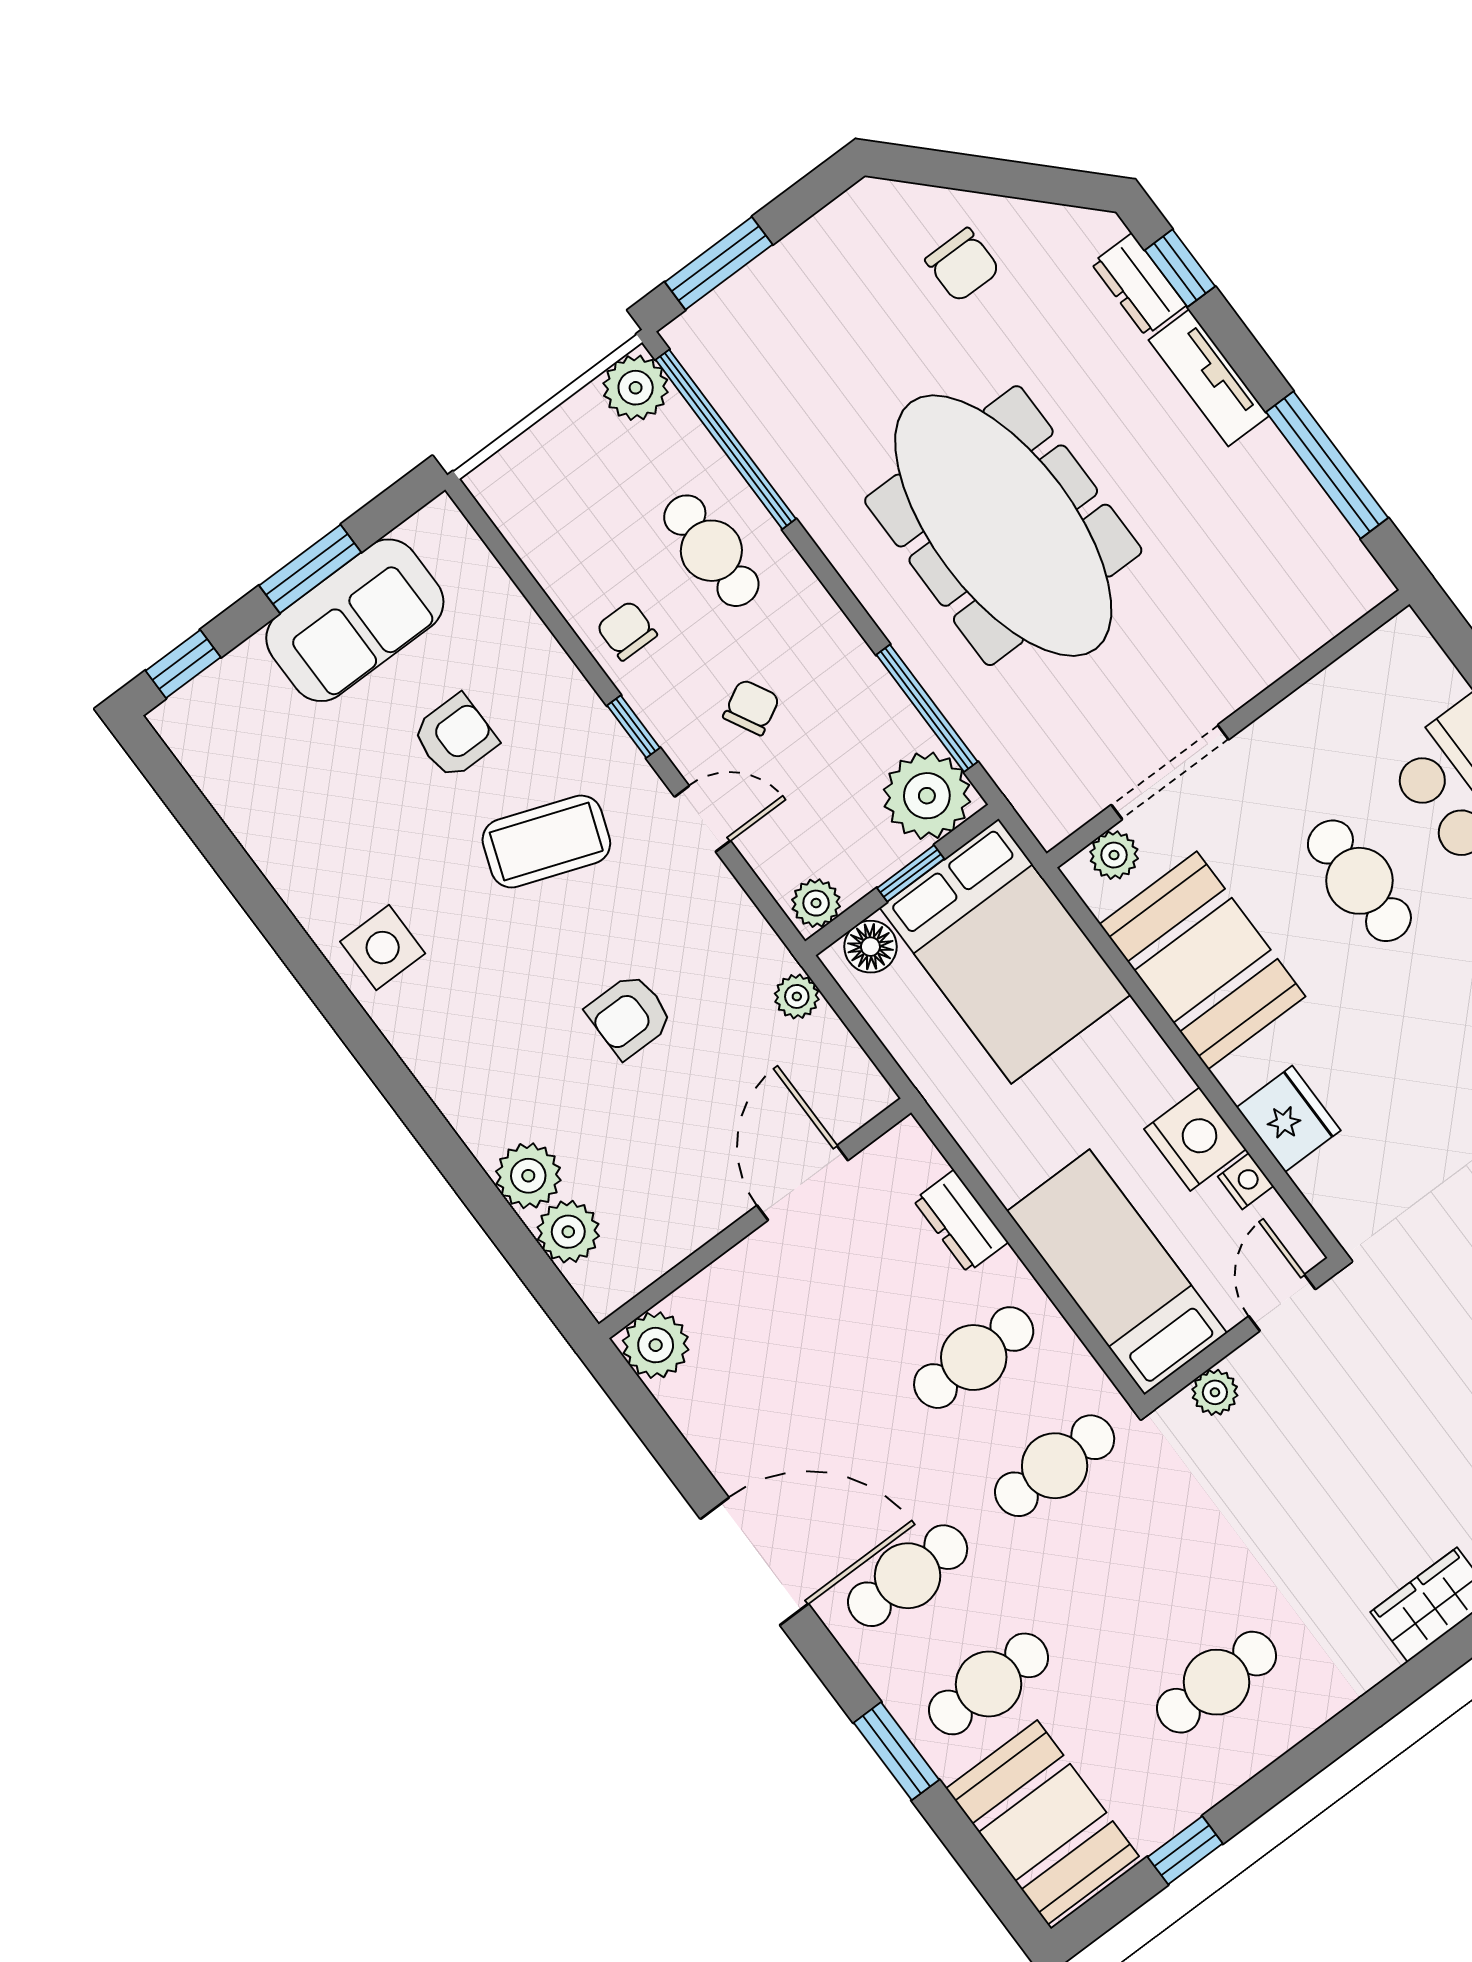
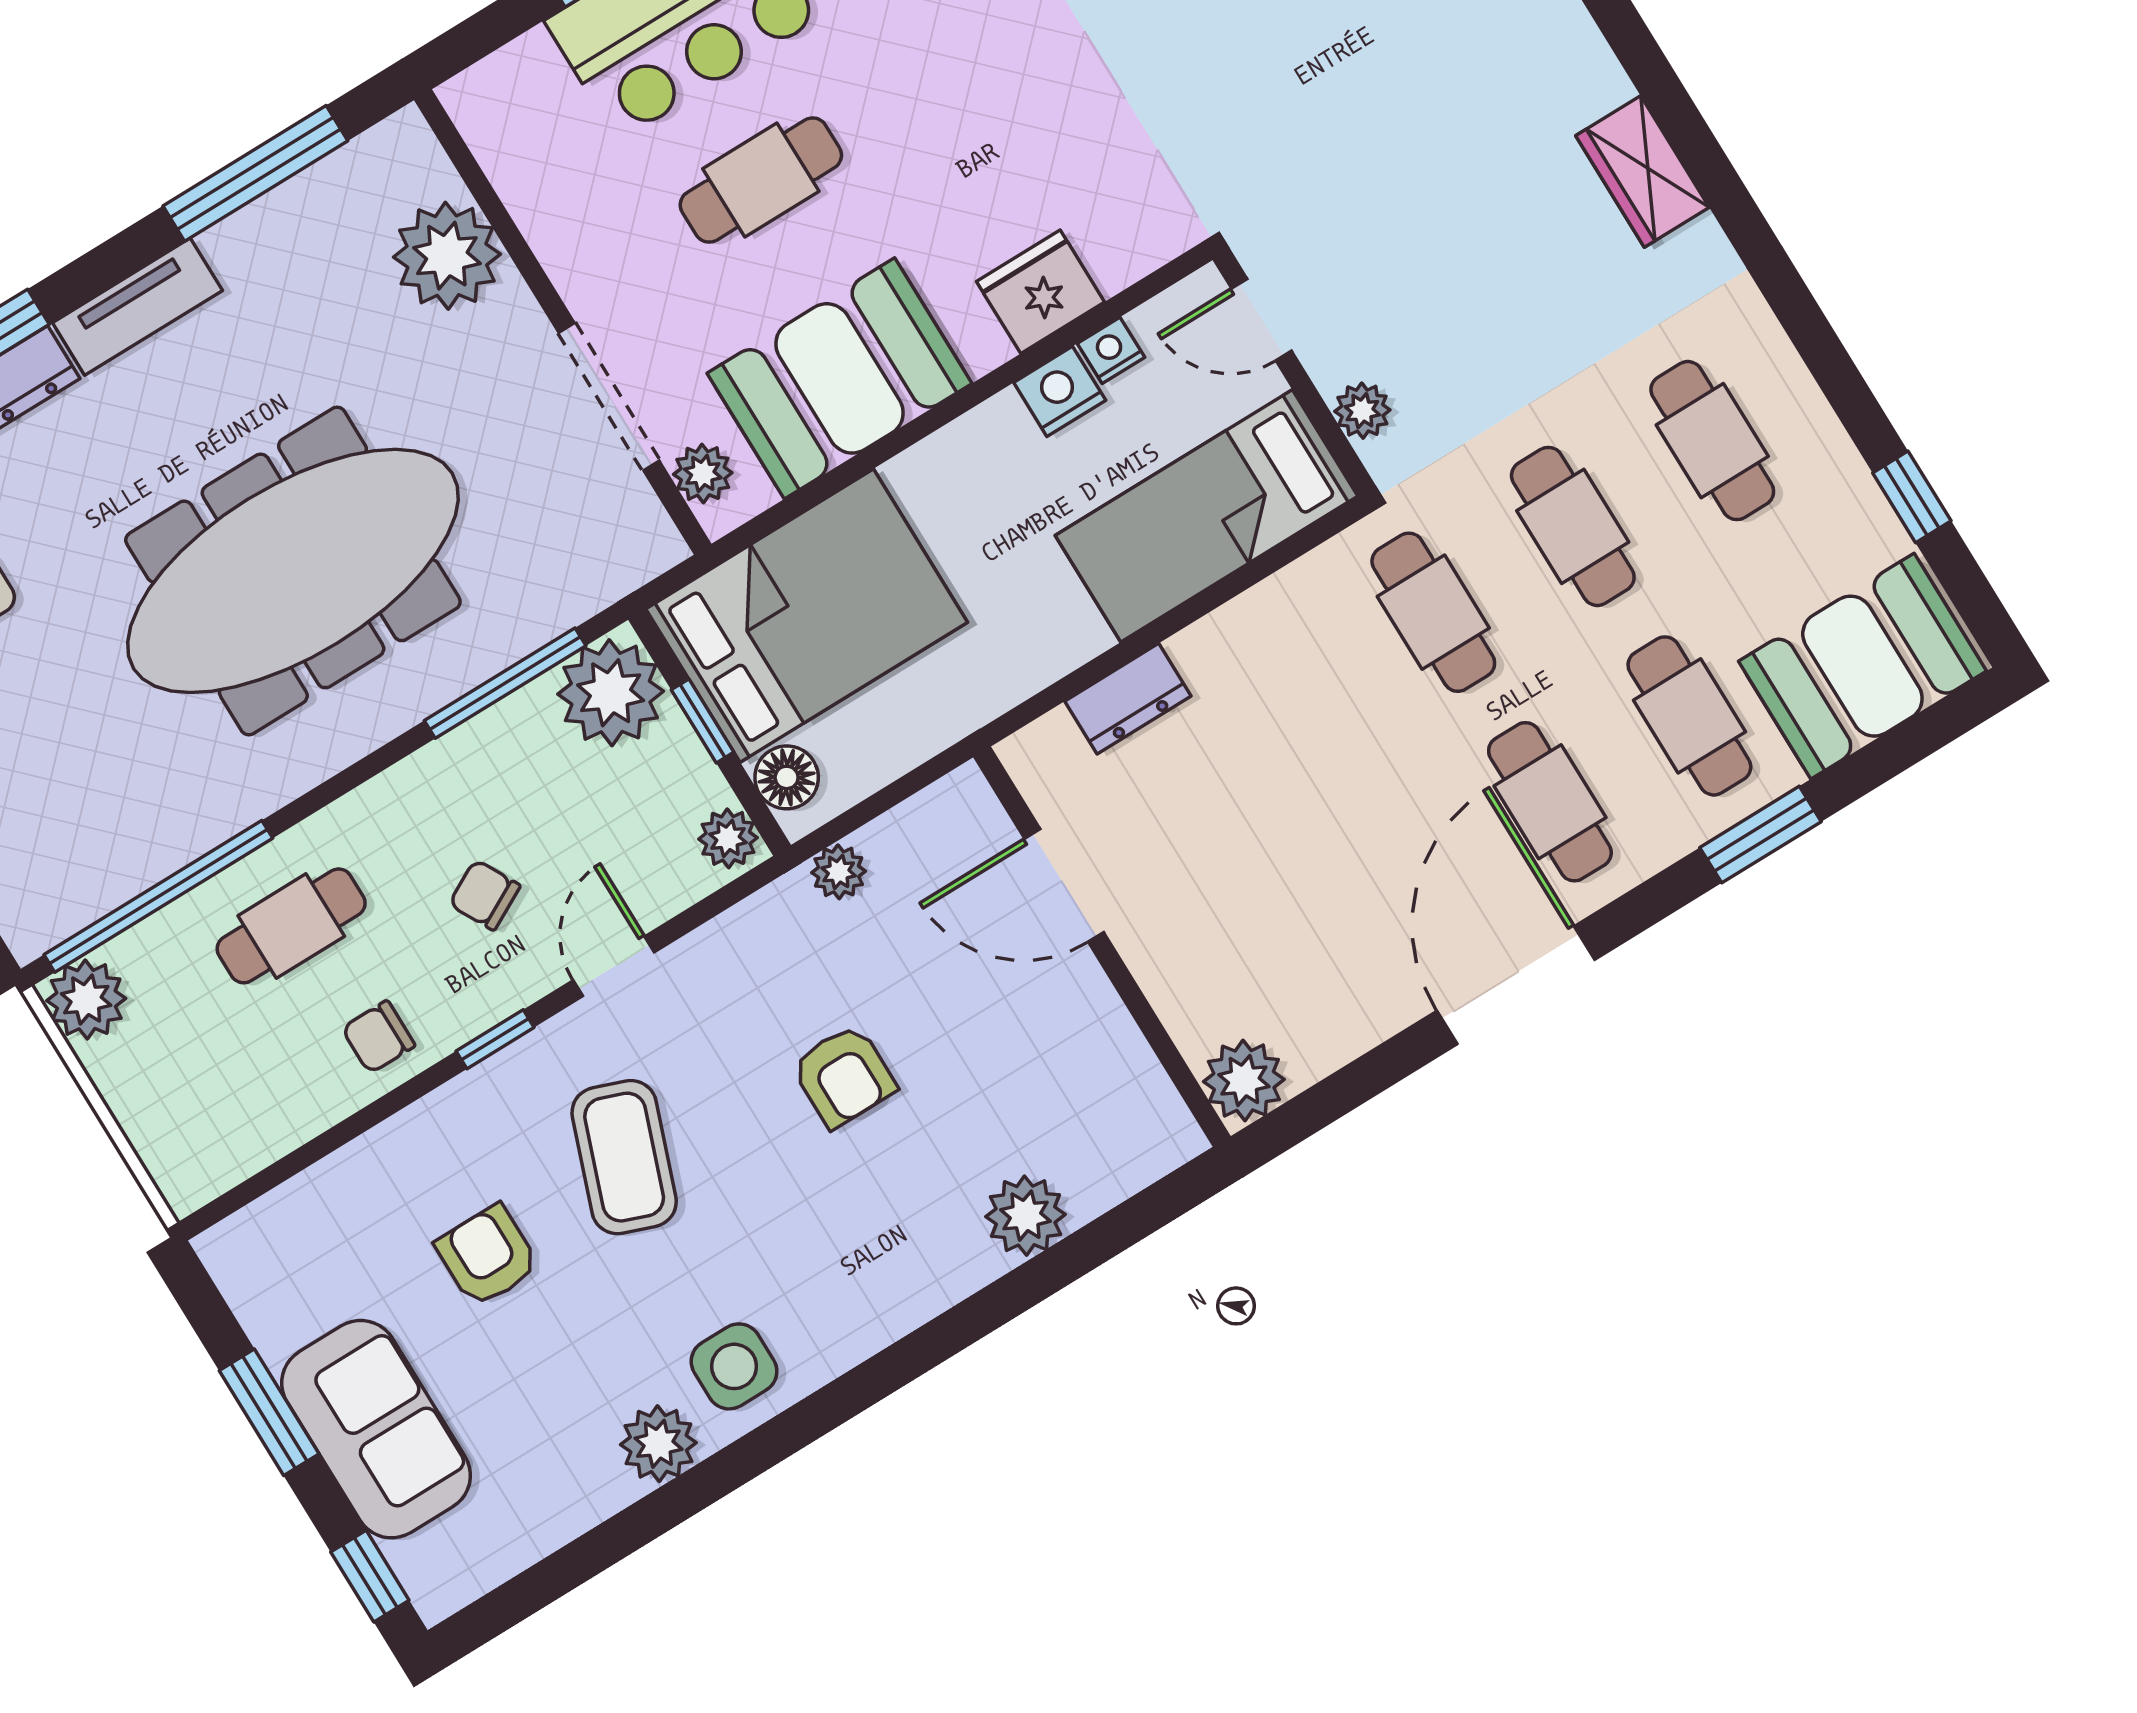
sofa: (355, 620) -> (376, 1429), moved
plant: (1274, 629) -> (447, 256), added
nightstand: (1195, 1139) -> (1060, 391), width x0.74, depth x0.75
plant: (568, 1232) -> (658, 1444), moved
cafe table: (974, 1358) -> (1573, 526), moved

